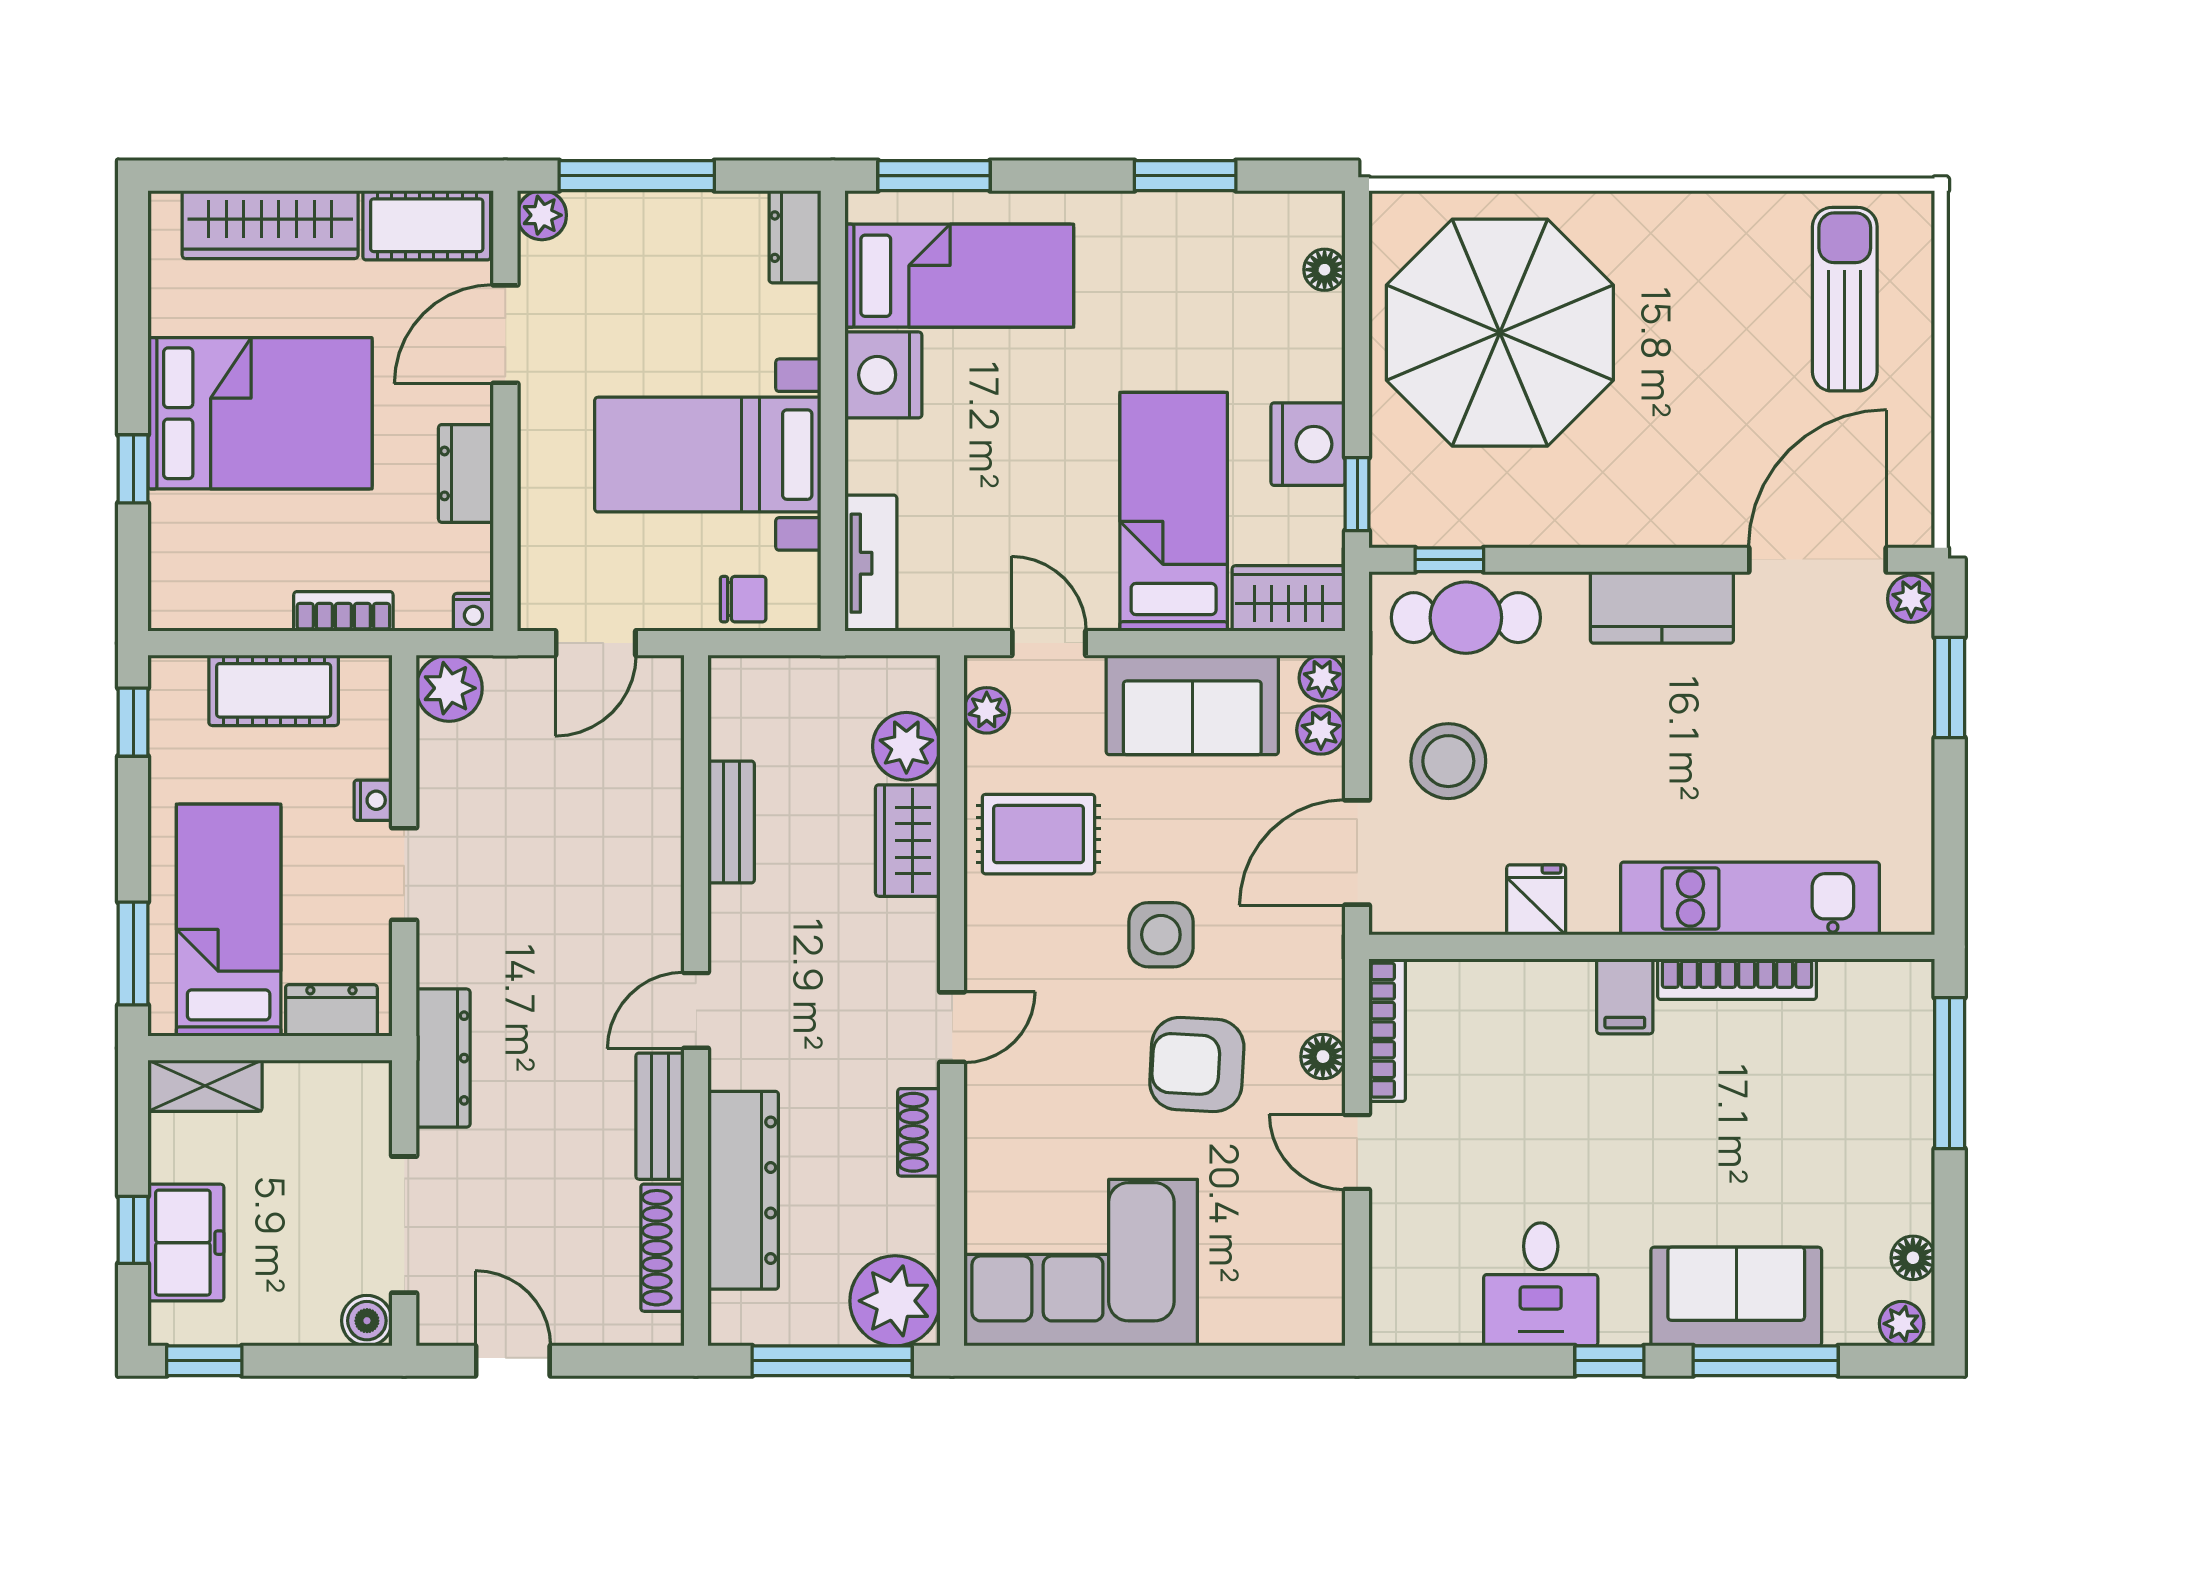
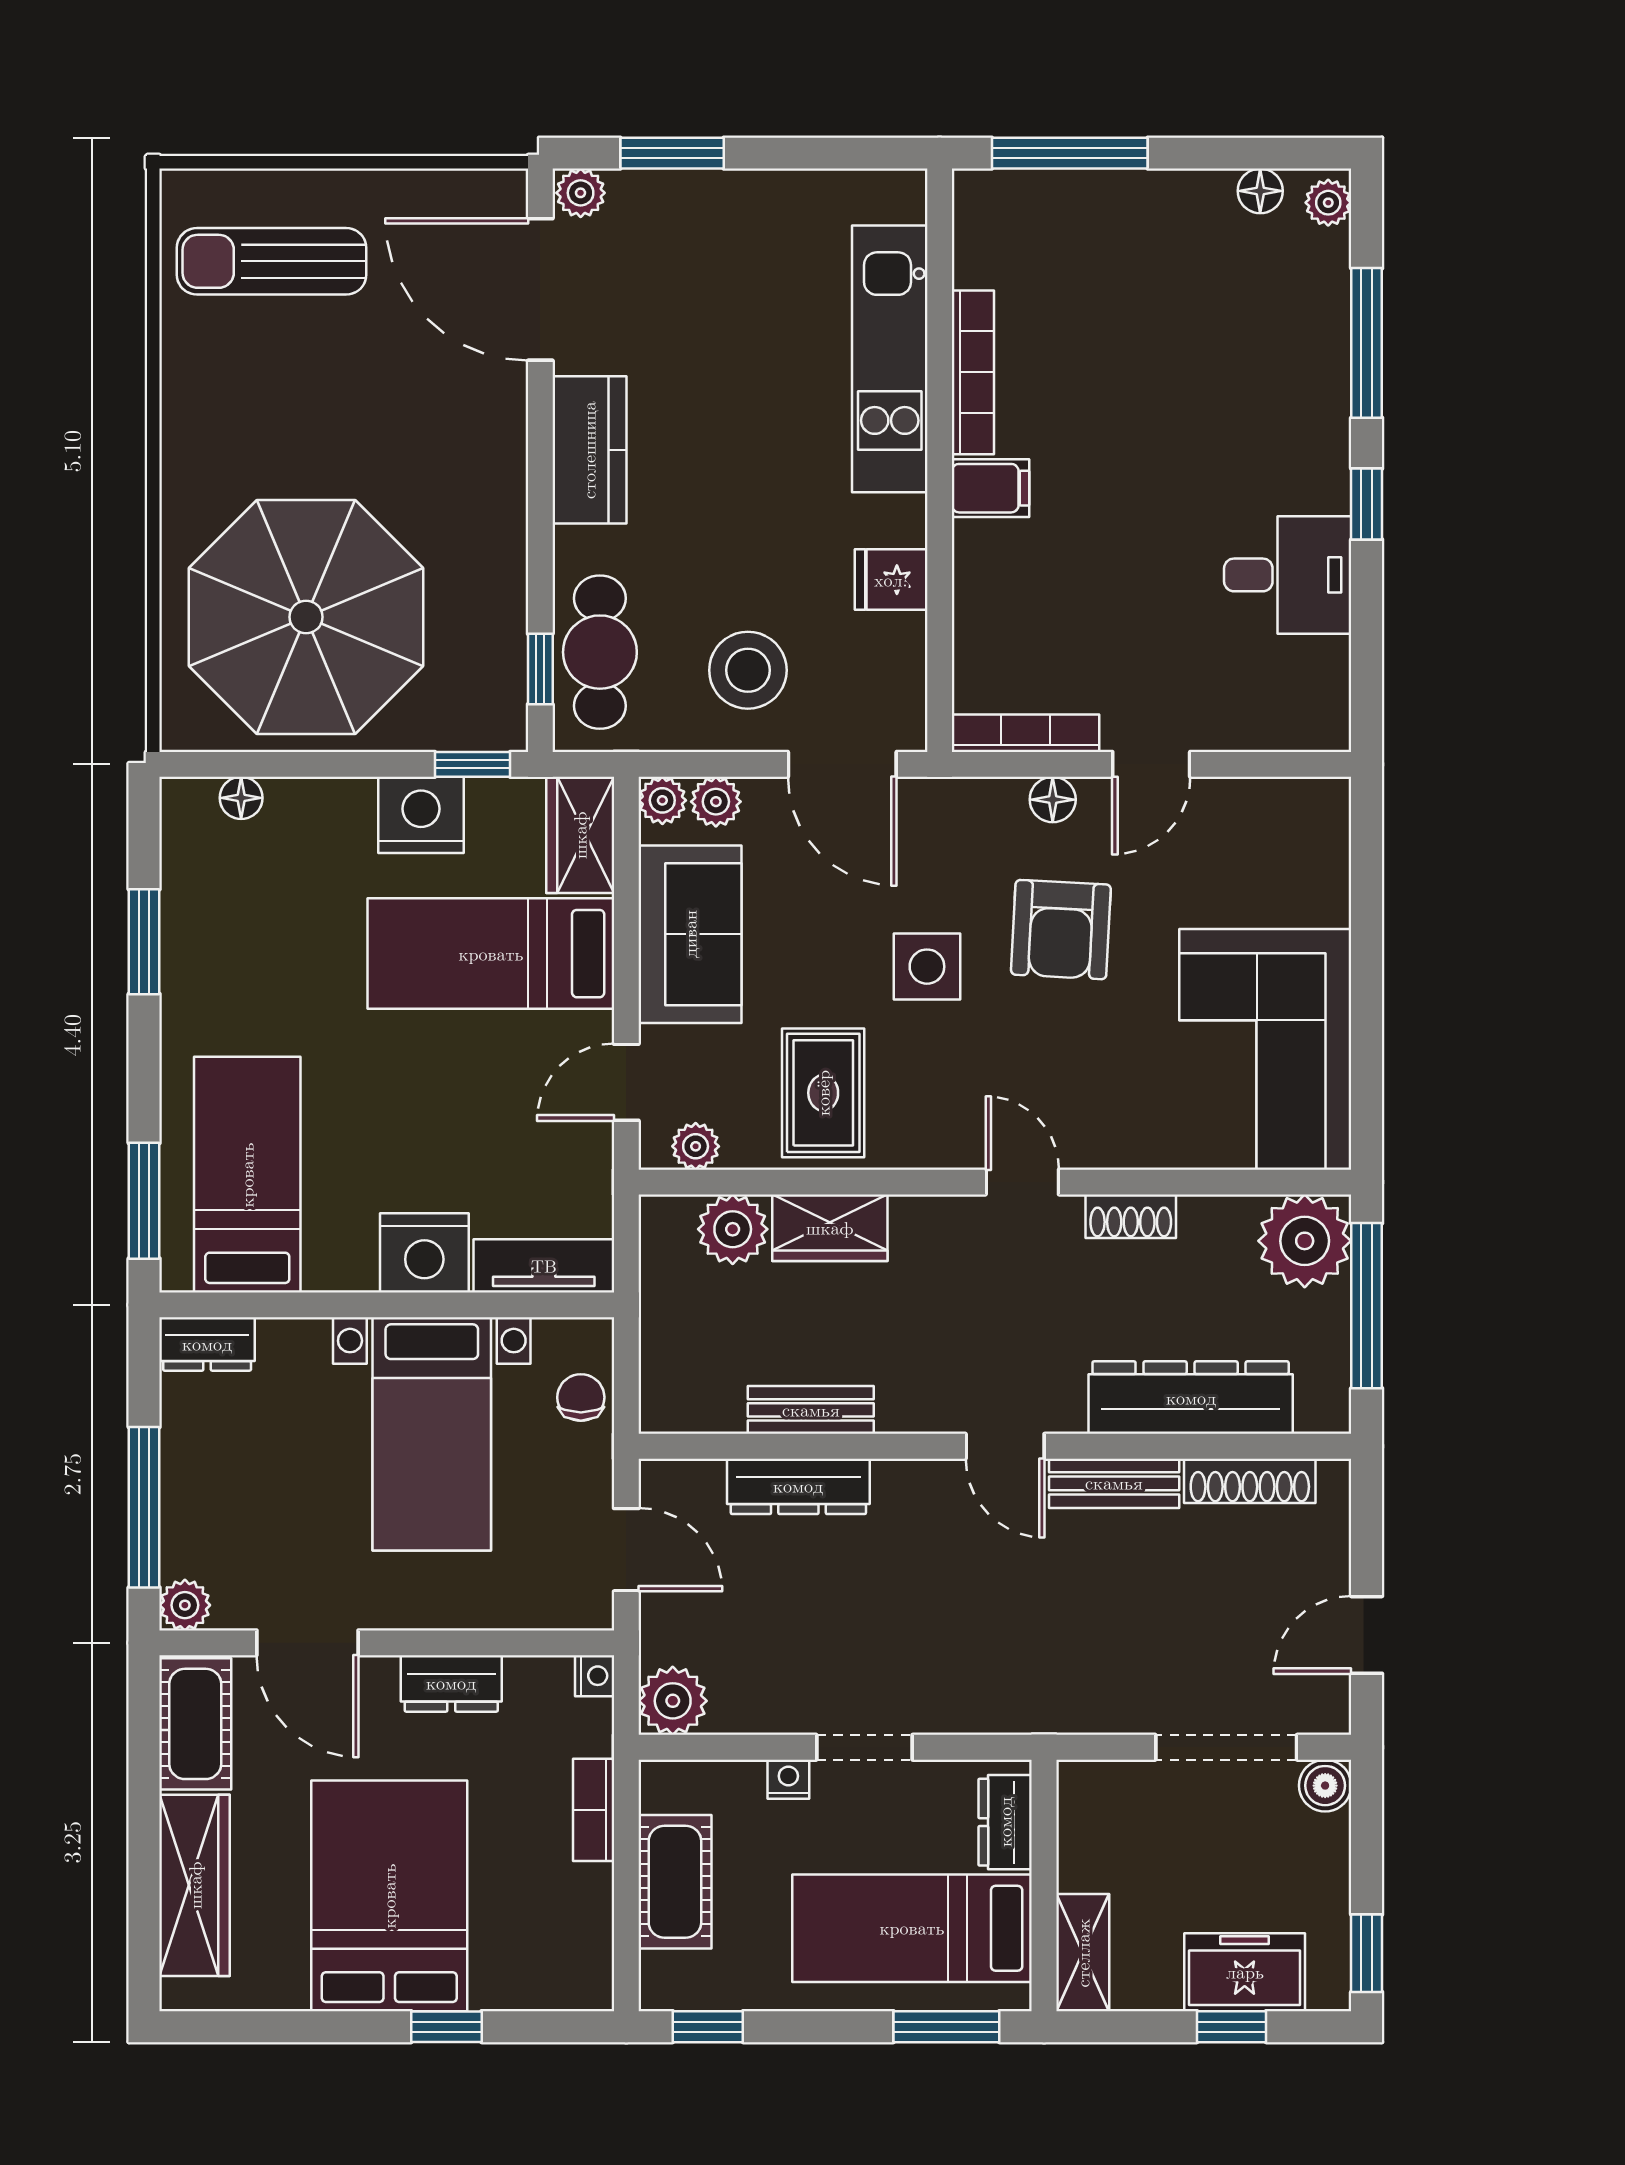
nightstand: (883, 375) -> (424, 1253), moved
dresser: (443, 1058) -> (798, 1486), moved, turned 180
sofa: (1736, 1297) -> (1300, 373), removed

